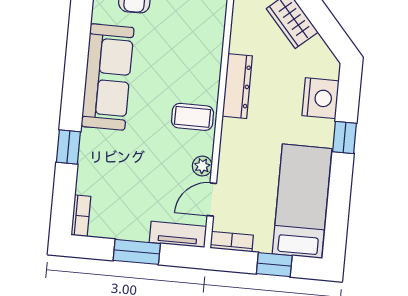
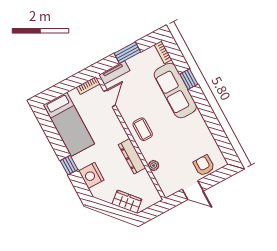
sofa: (108, 77) -> (175, 90), moved
coffee table: (193, 117) -> (143, 129), turned 90
plant: (202, 166) -> (154, 166), moved
window: (274, 265) -> (63, 88), removed

